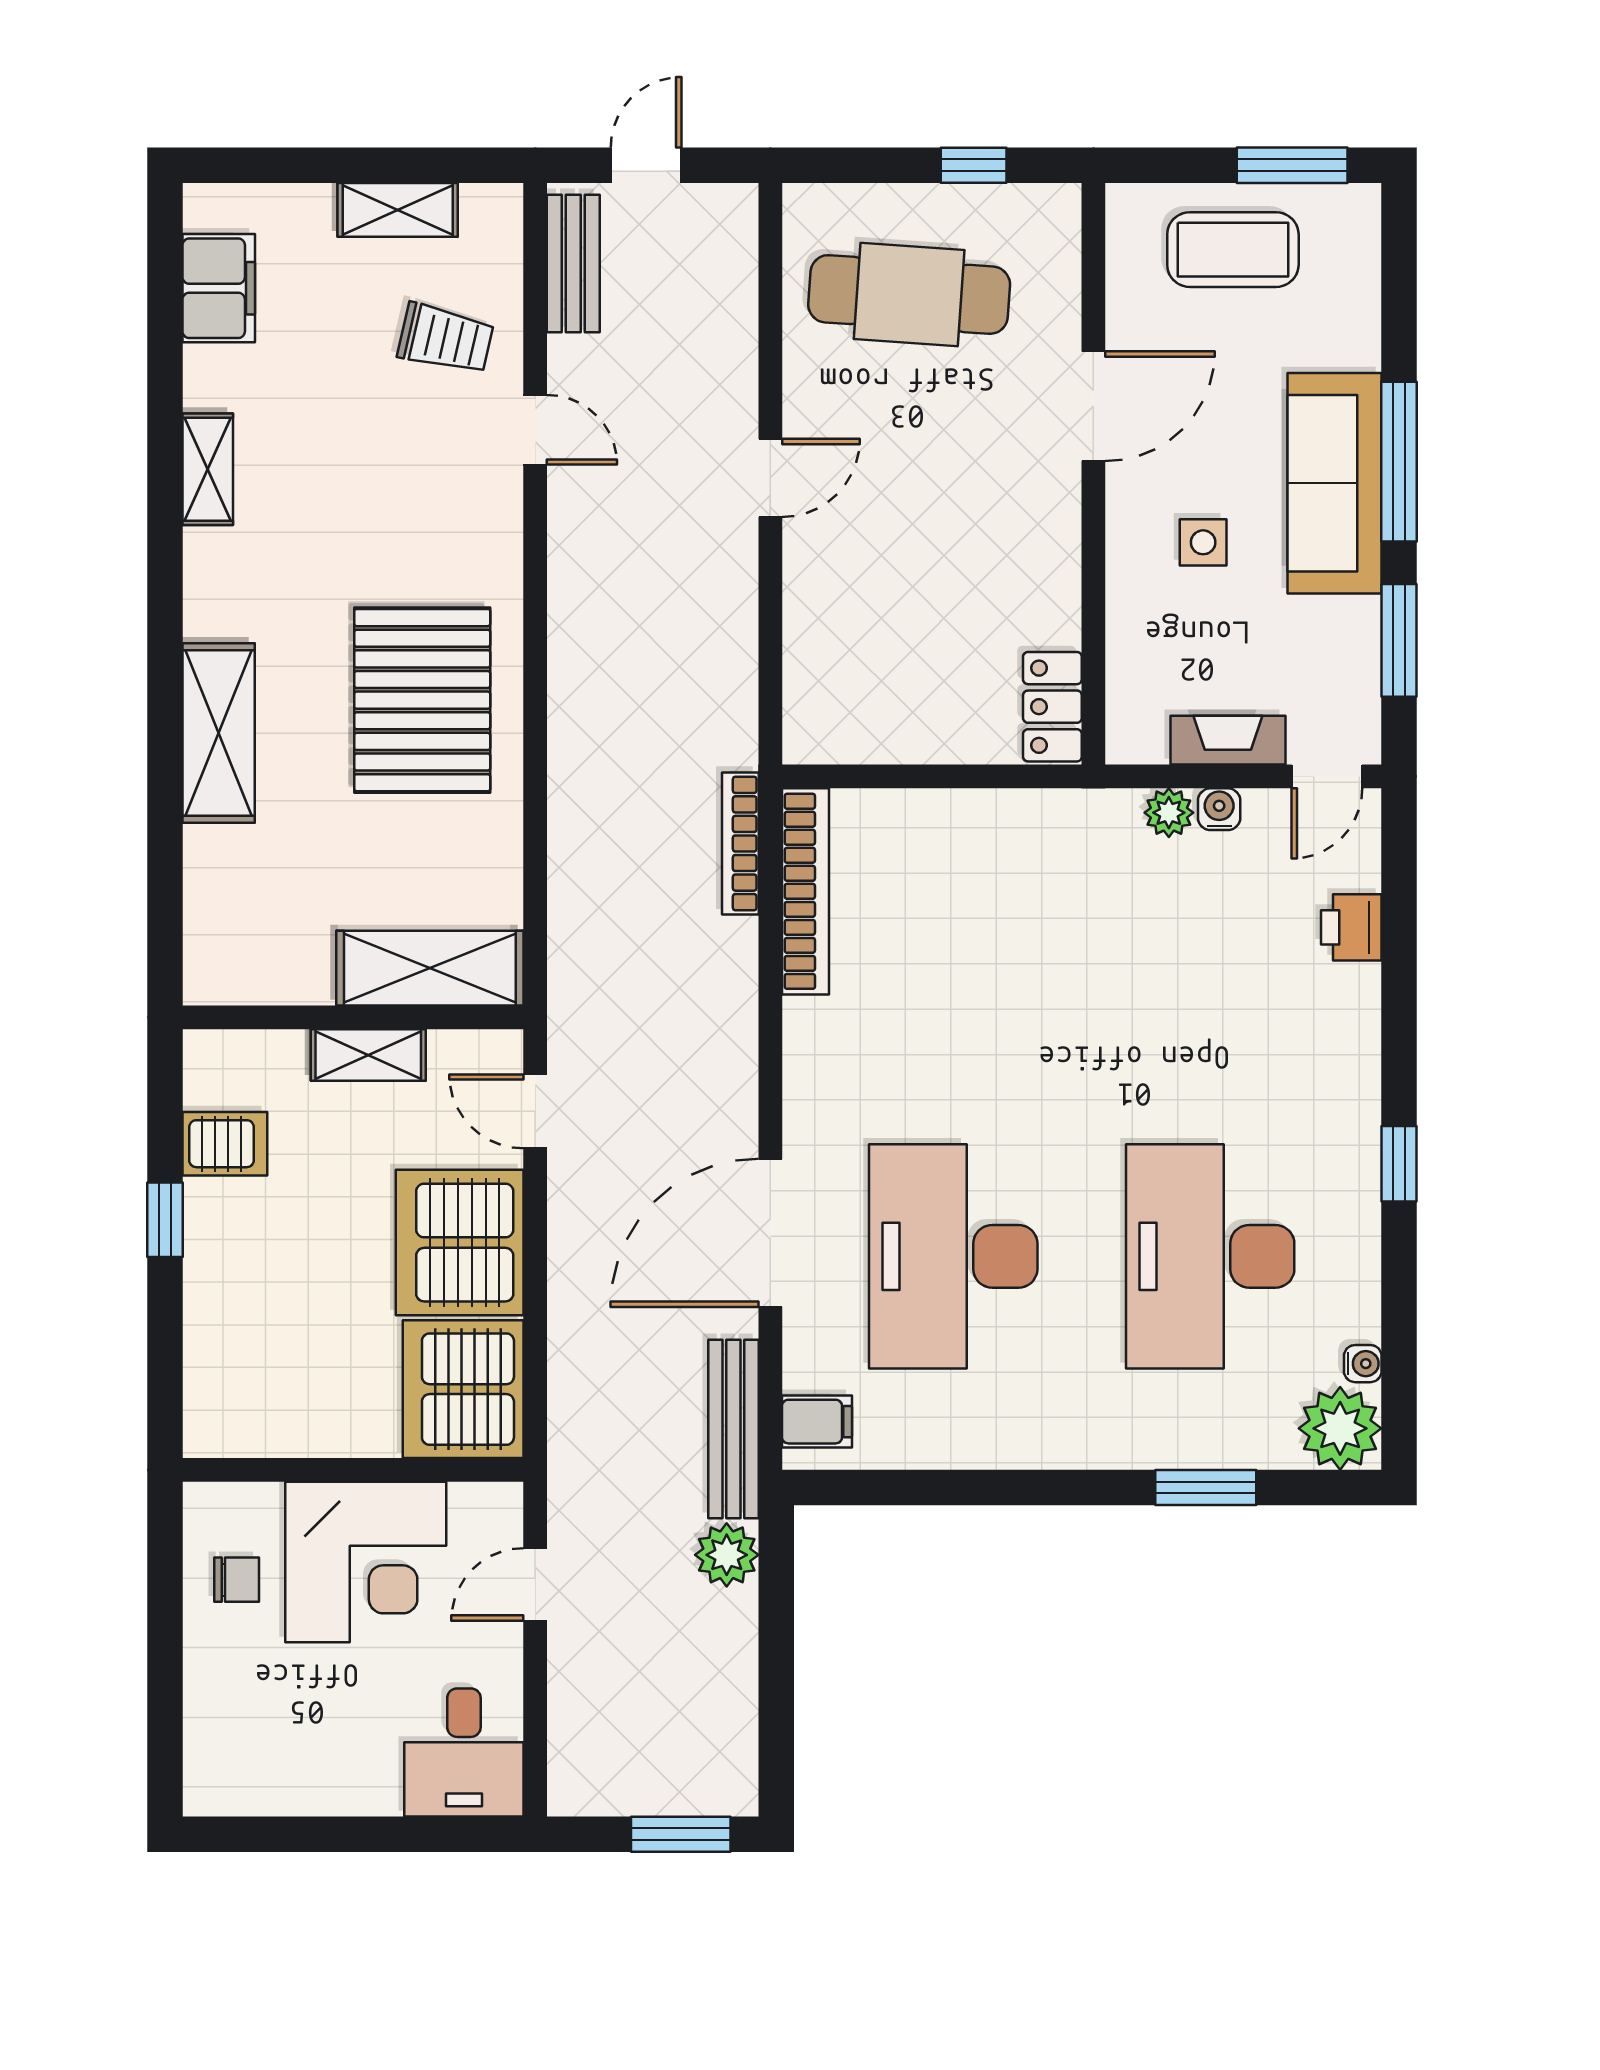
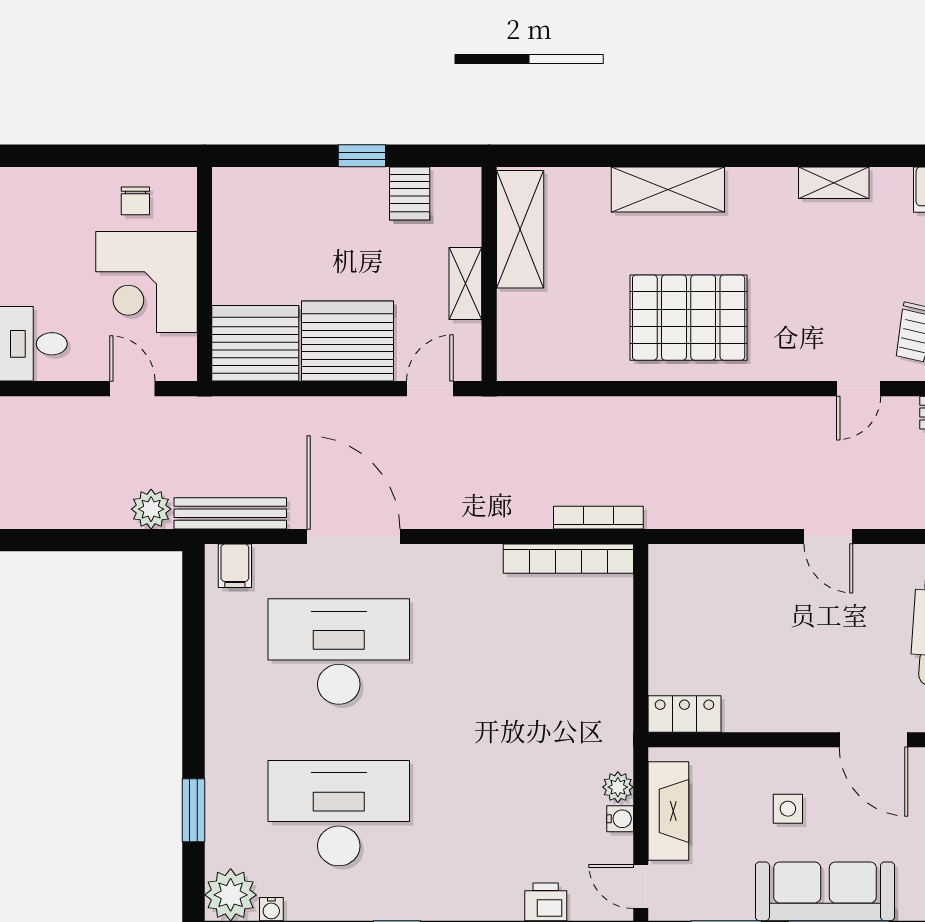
fireplace: (1228, 740) -> (668, 811), width x1.37, depth x1.32
shelving: (430, 968) -> (520, 229), moved

